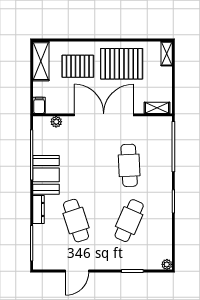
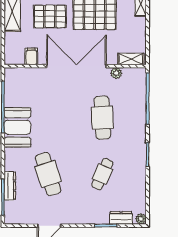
filing cabinet: (39, 105) -> (31, 56), moved
plant: (56, 122) -> (116, 73), moved
dresser: (39, 209) -> (10, 186), moved
cafe table: (129, 221) -> (102, 174), width x0.73, depth x0.74
dresser: (147, 263) -> (121, 218), added

